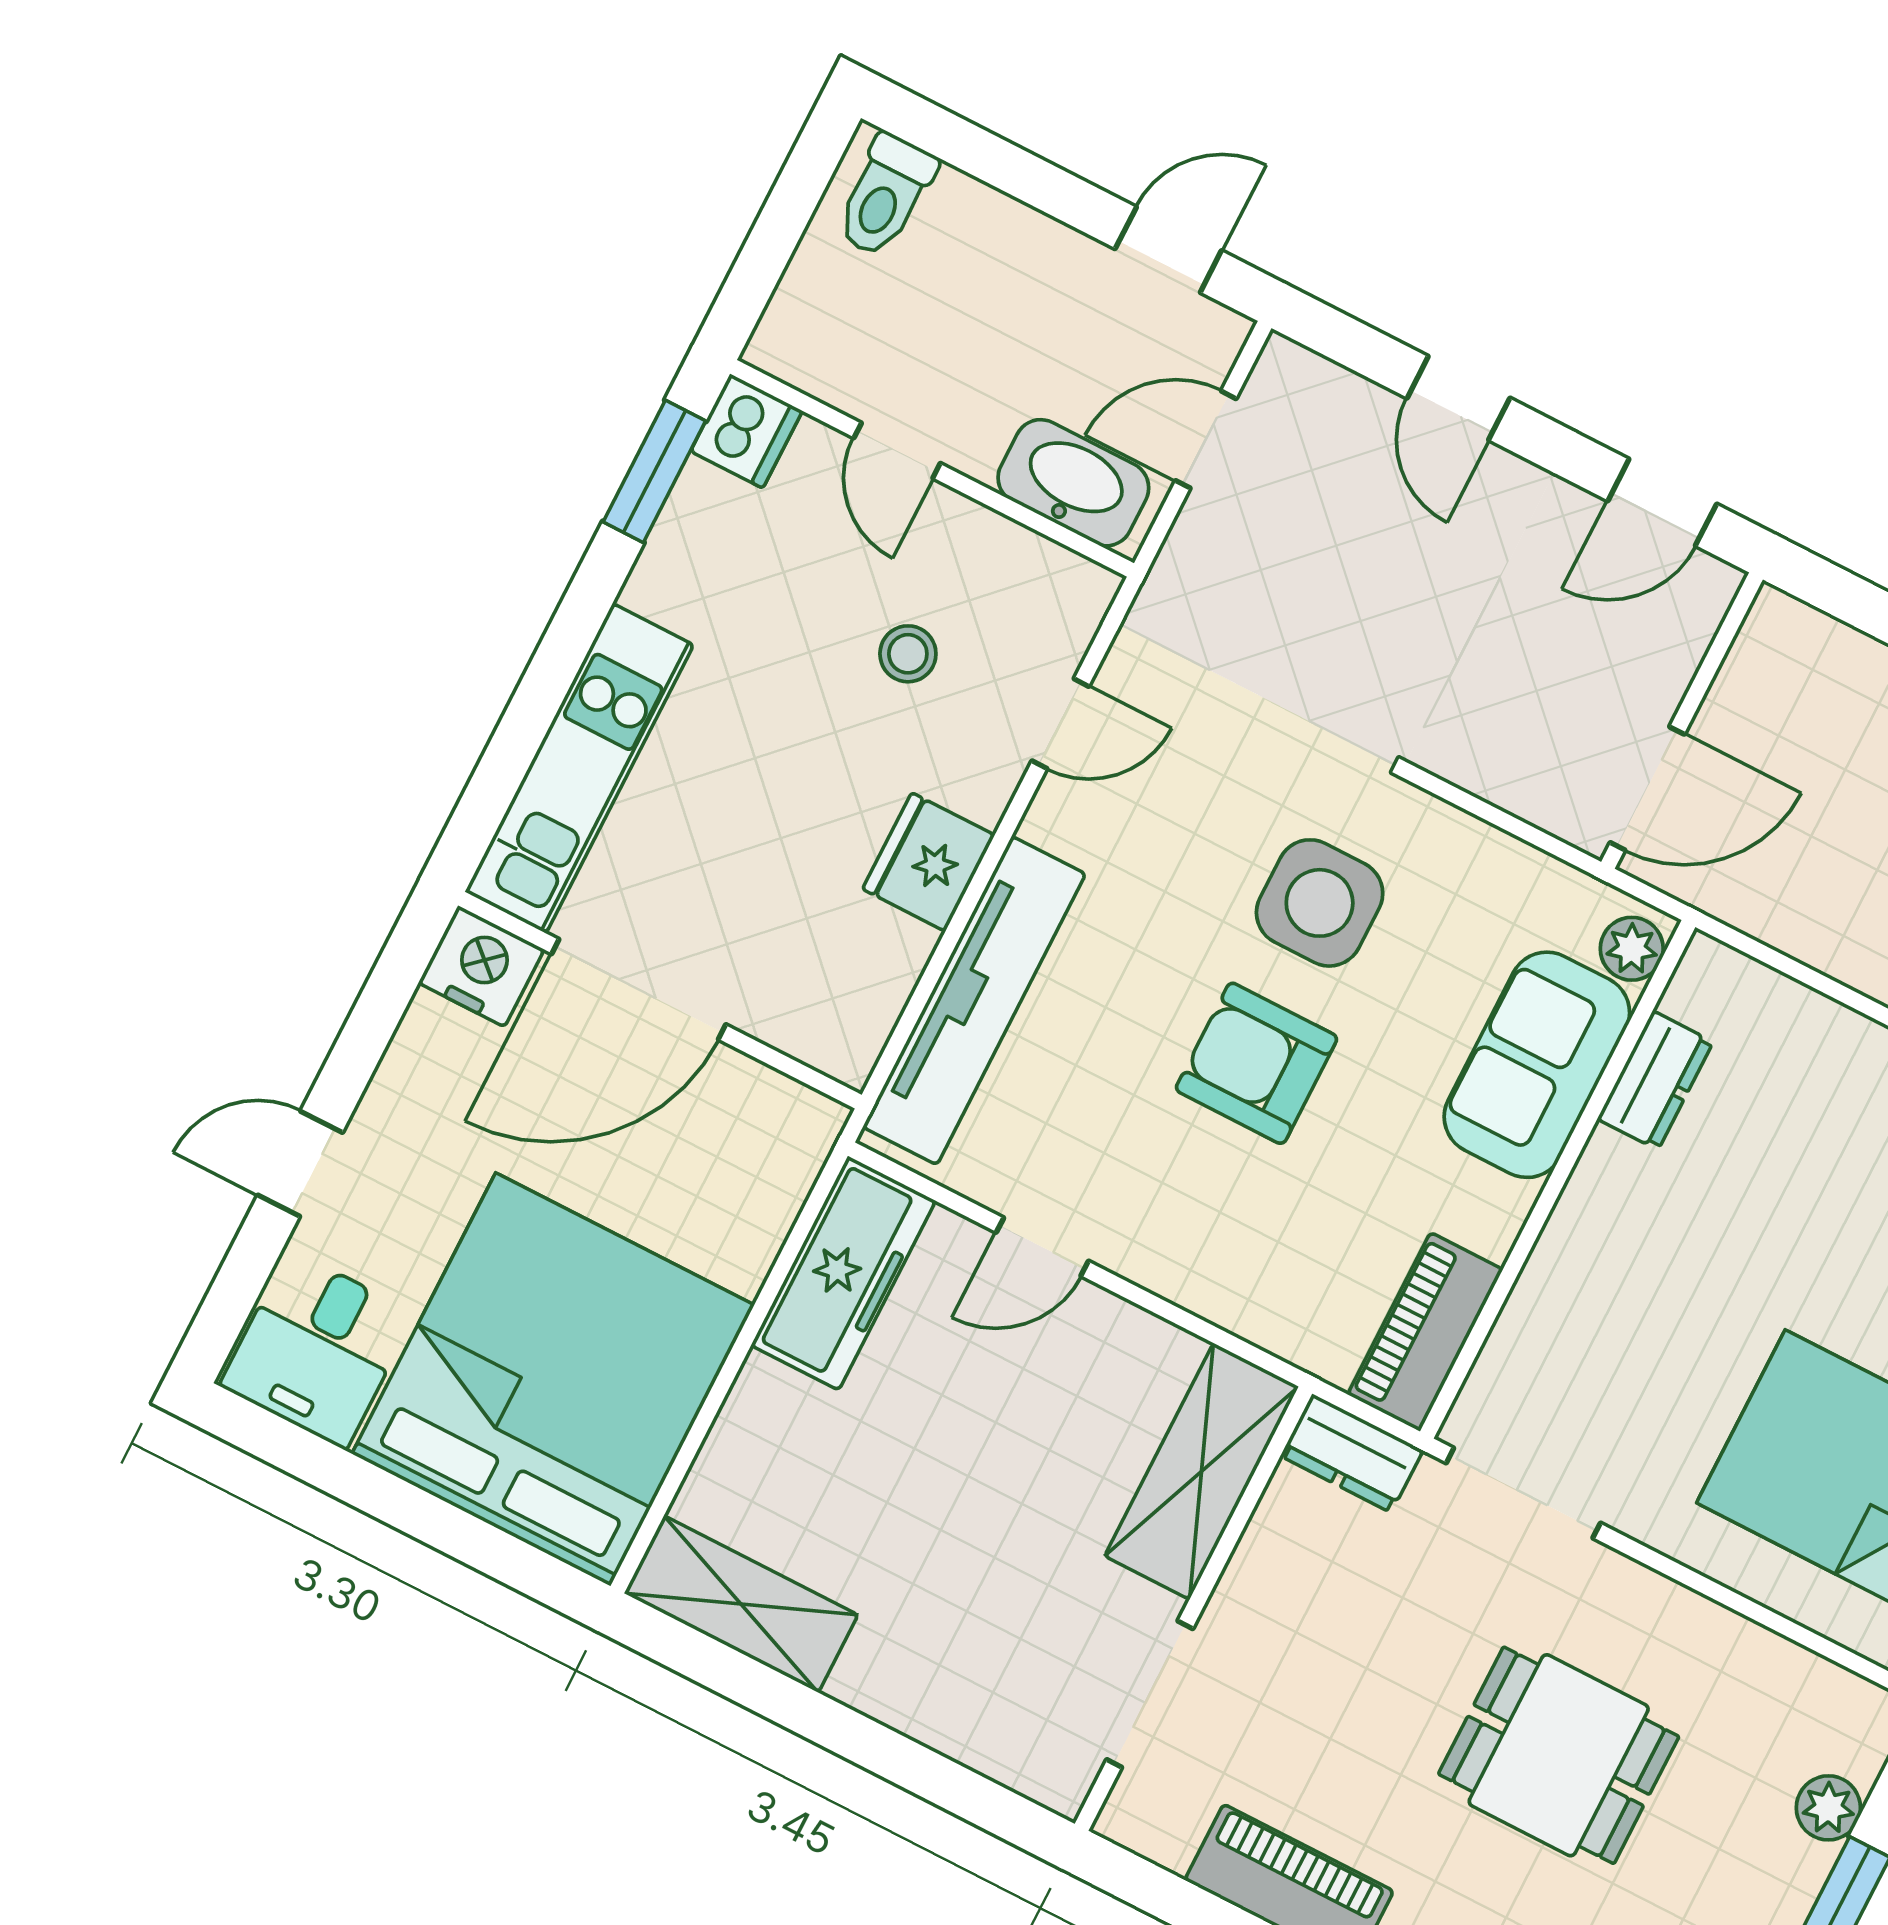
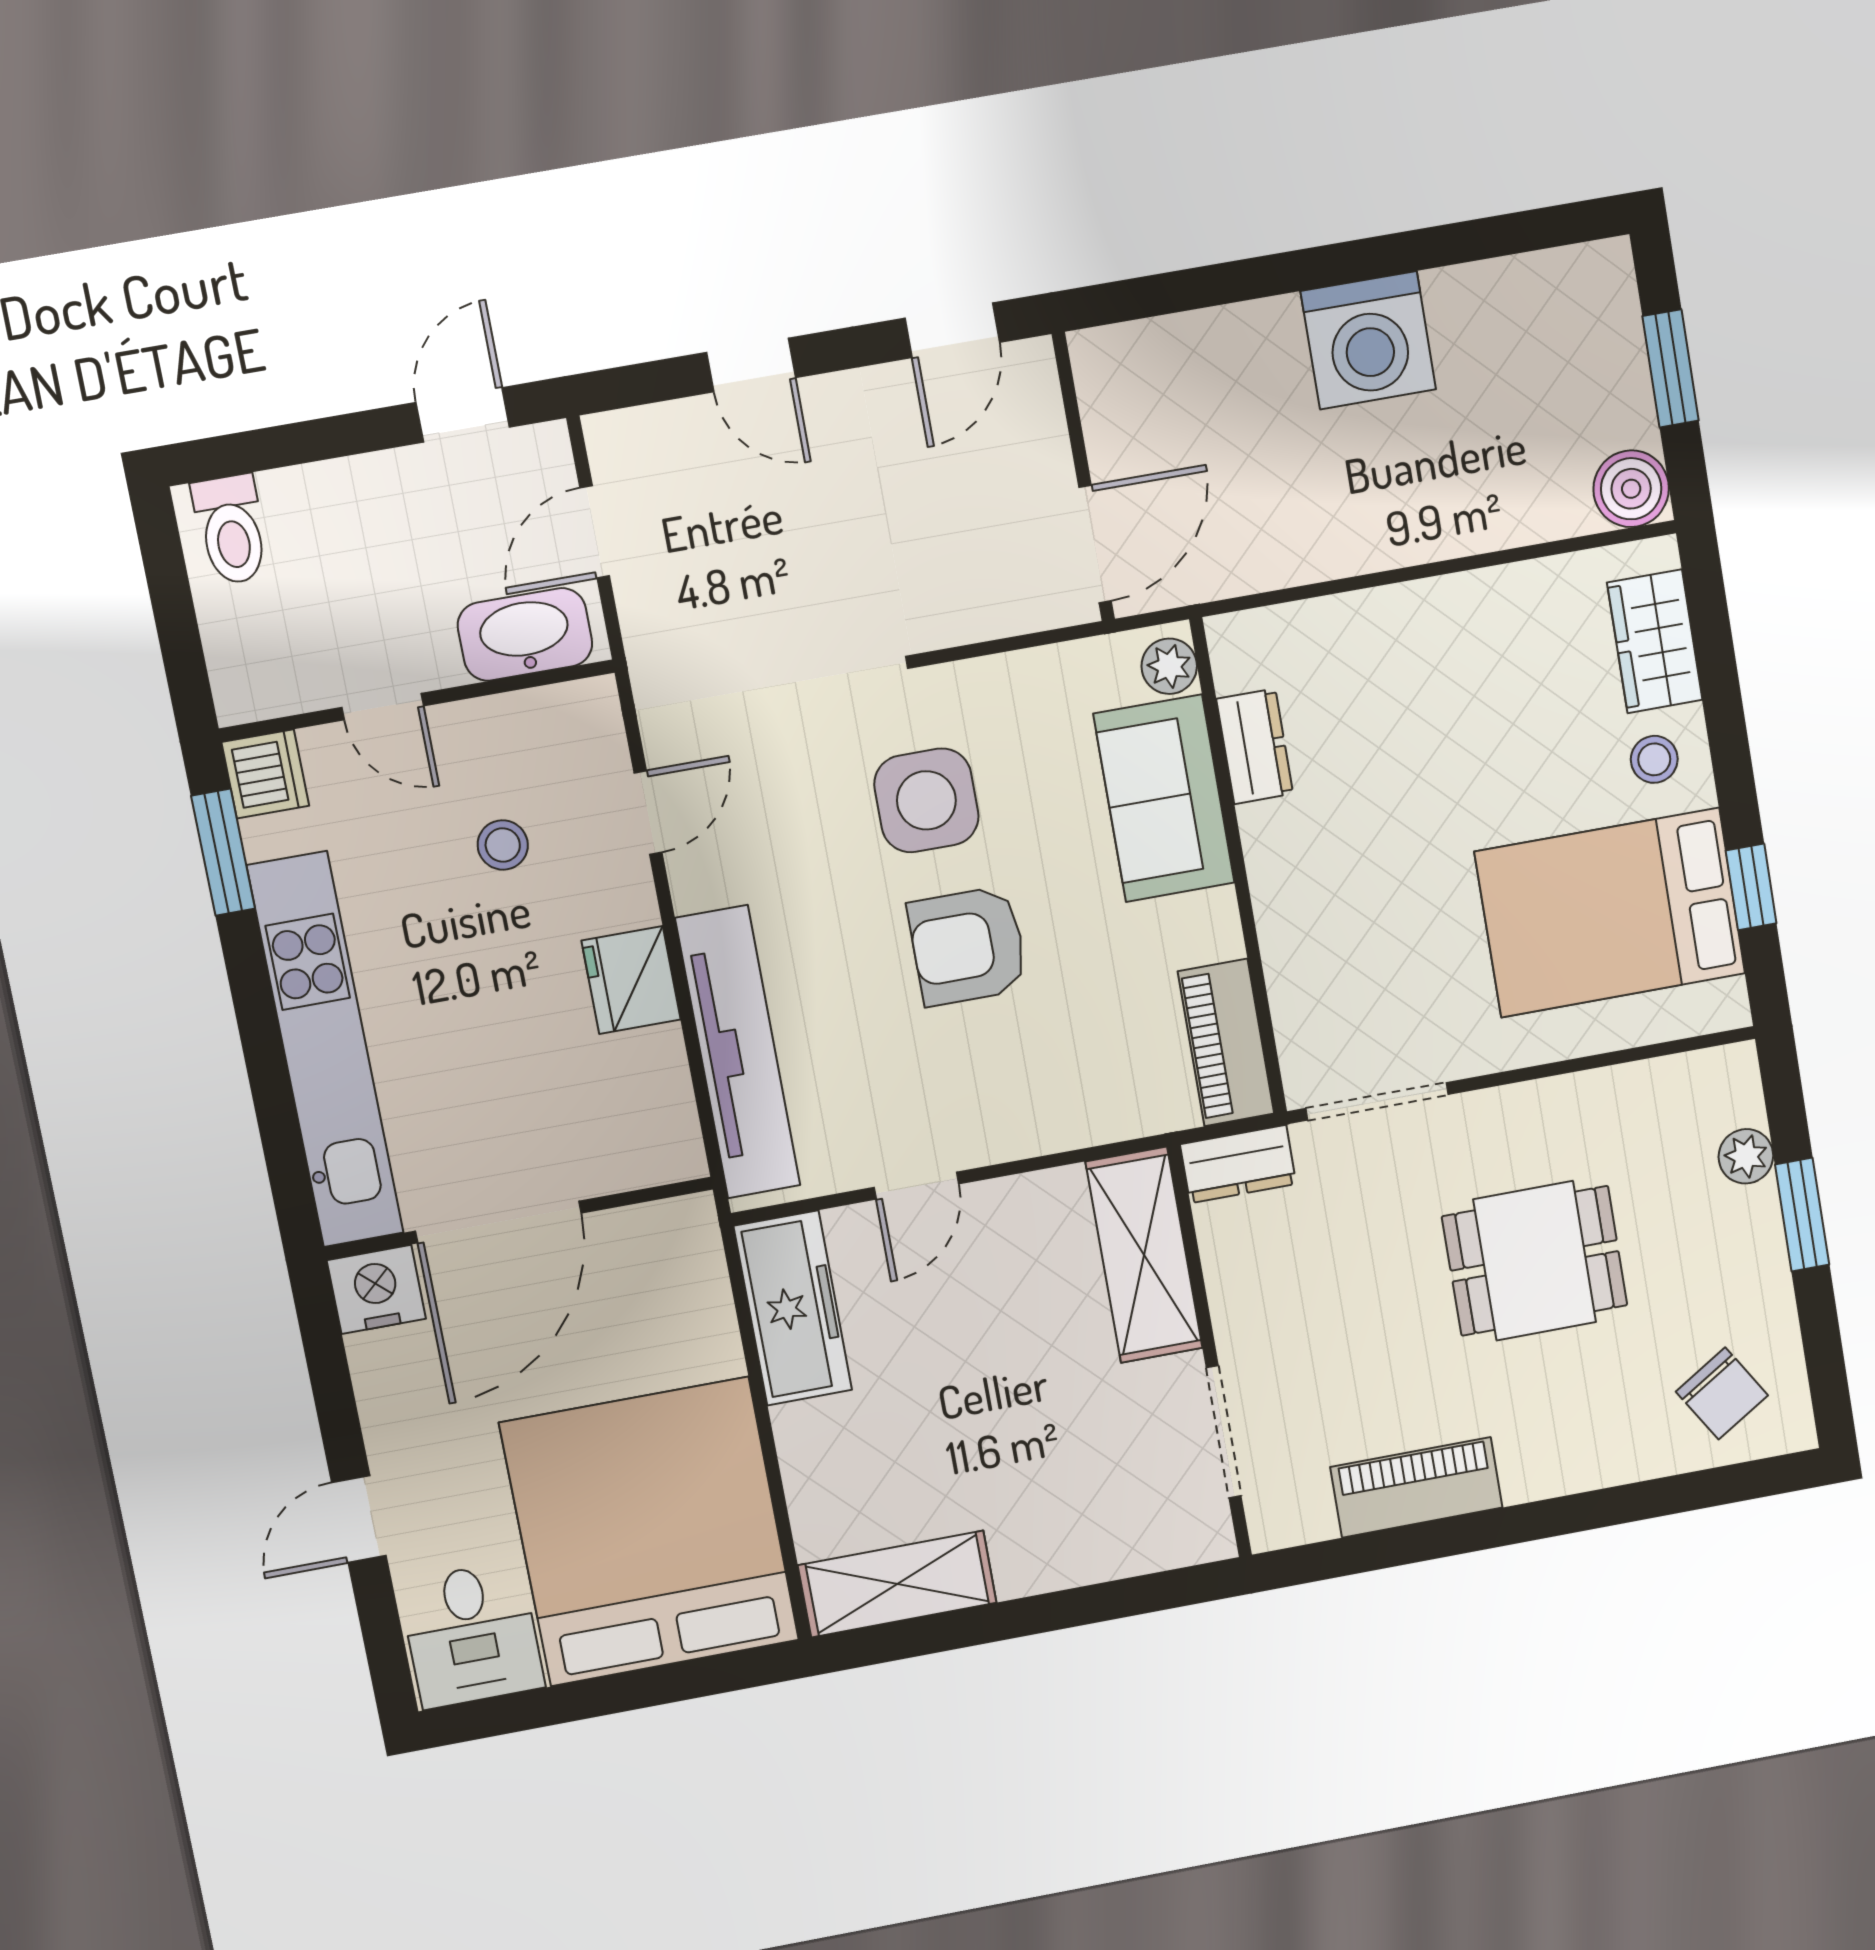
kitchen unit: (579, 768) -> (325, 1050), width x1.36

